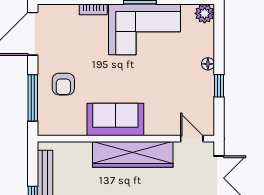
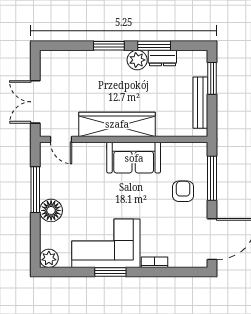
floor lamp: (208, 64) -> (51, 210), width x1.89, depth x1.89
window: (219, 86) -> (35, 190), width x2.17

